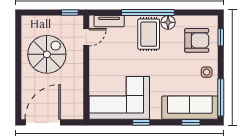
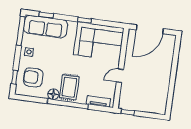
door: (86, 37) -> (120, 76), moved
spiral stairs: (47, 54) -> (150, 82), removed
door: (43, 122) -> (150, 29), moved

